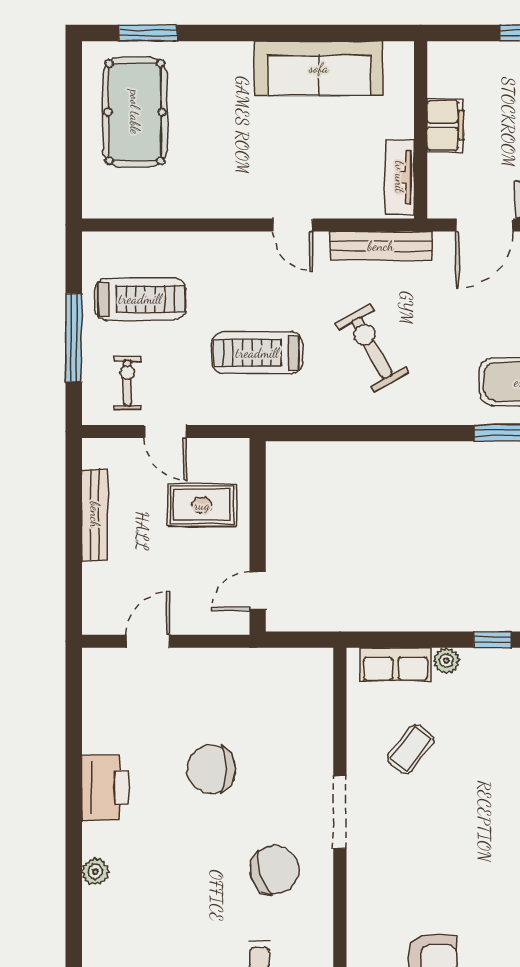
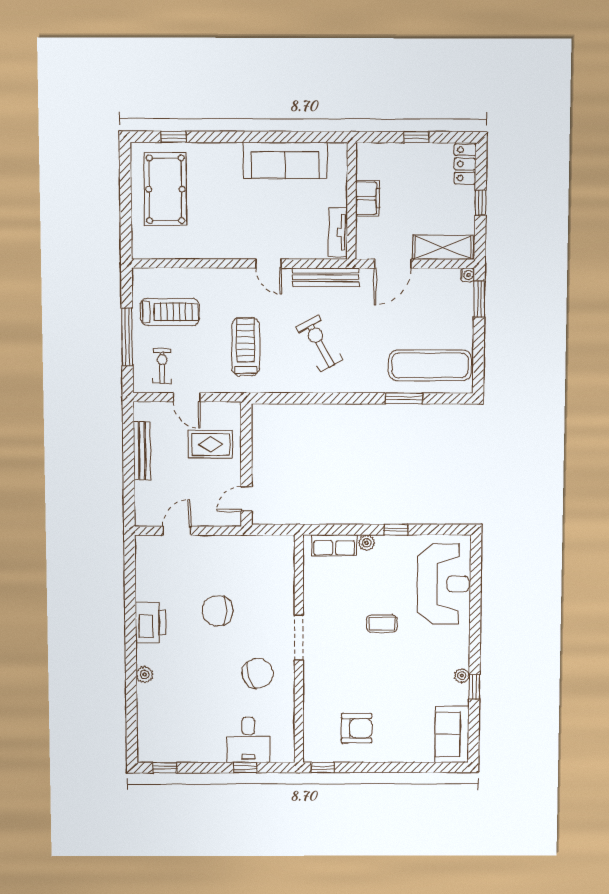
window: (148, 33) -> (173, 137), width x0.67
treadmill: (257, 353) -> (246, 347), turned 90
coffee table: (411, 749) -> (382, 624), moved, turned 52

